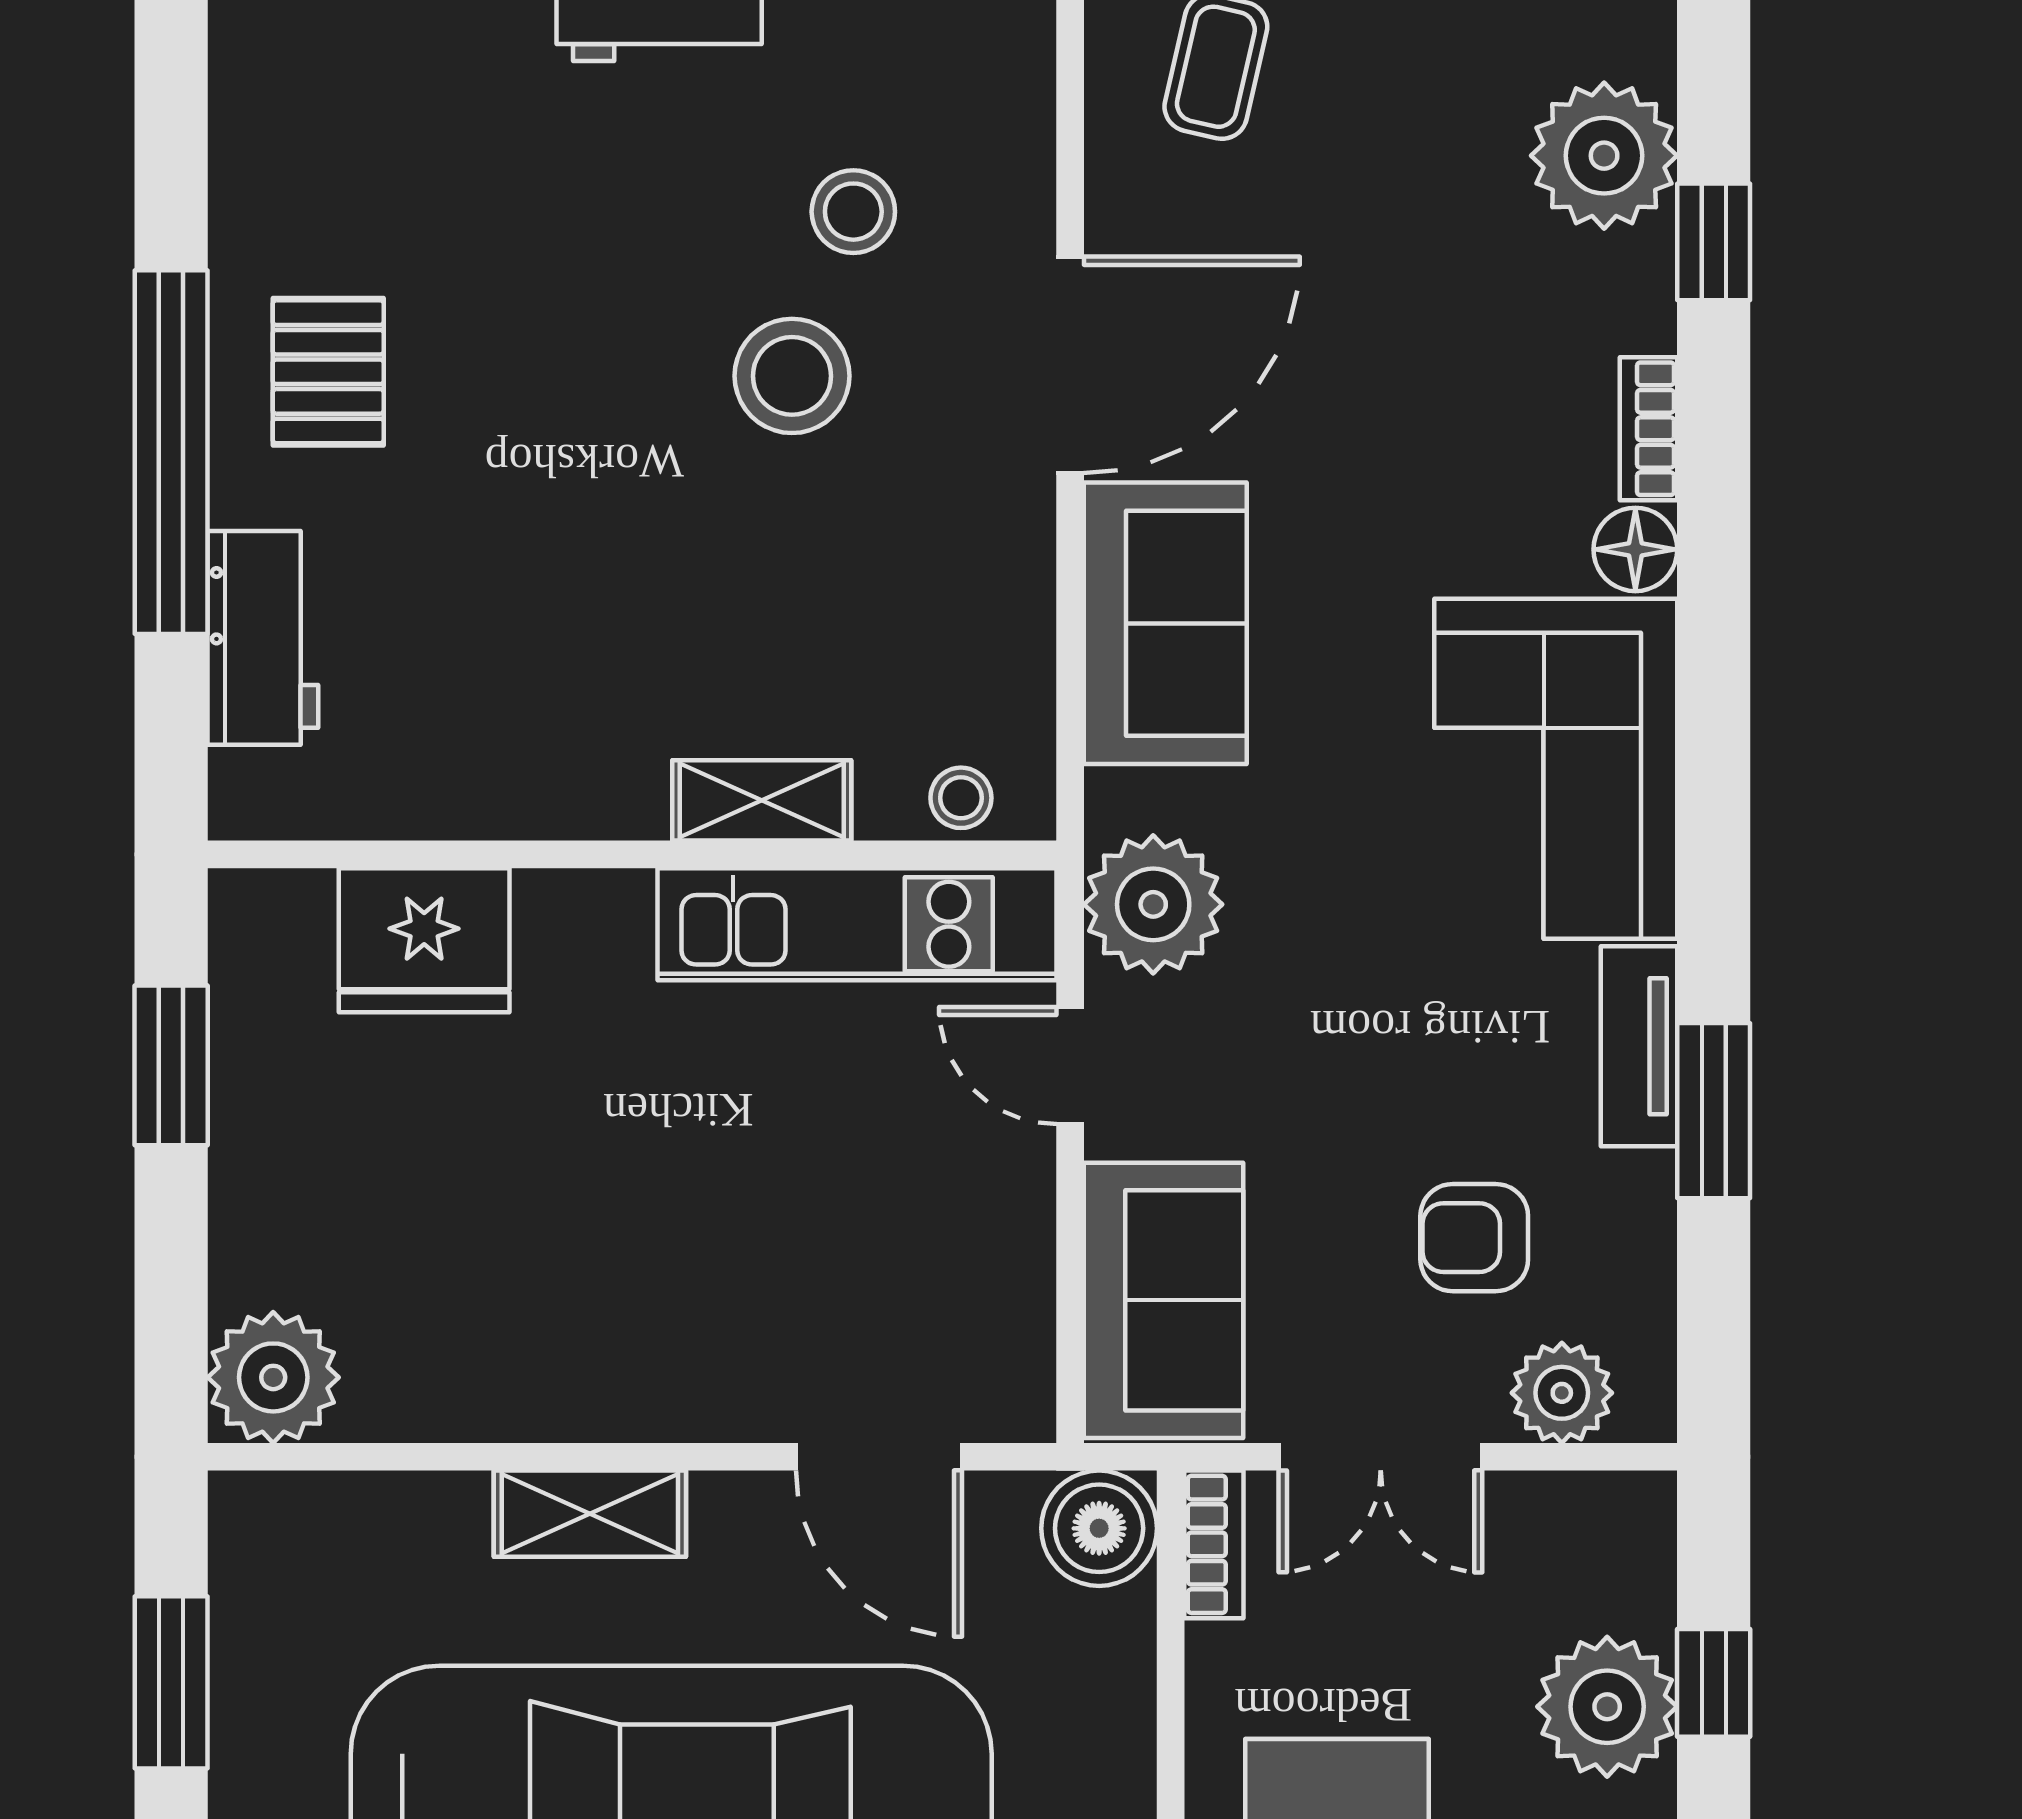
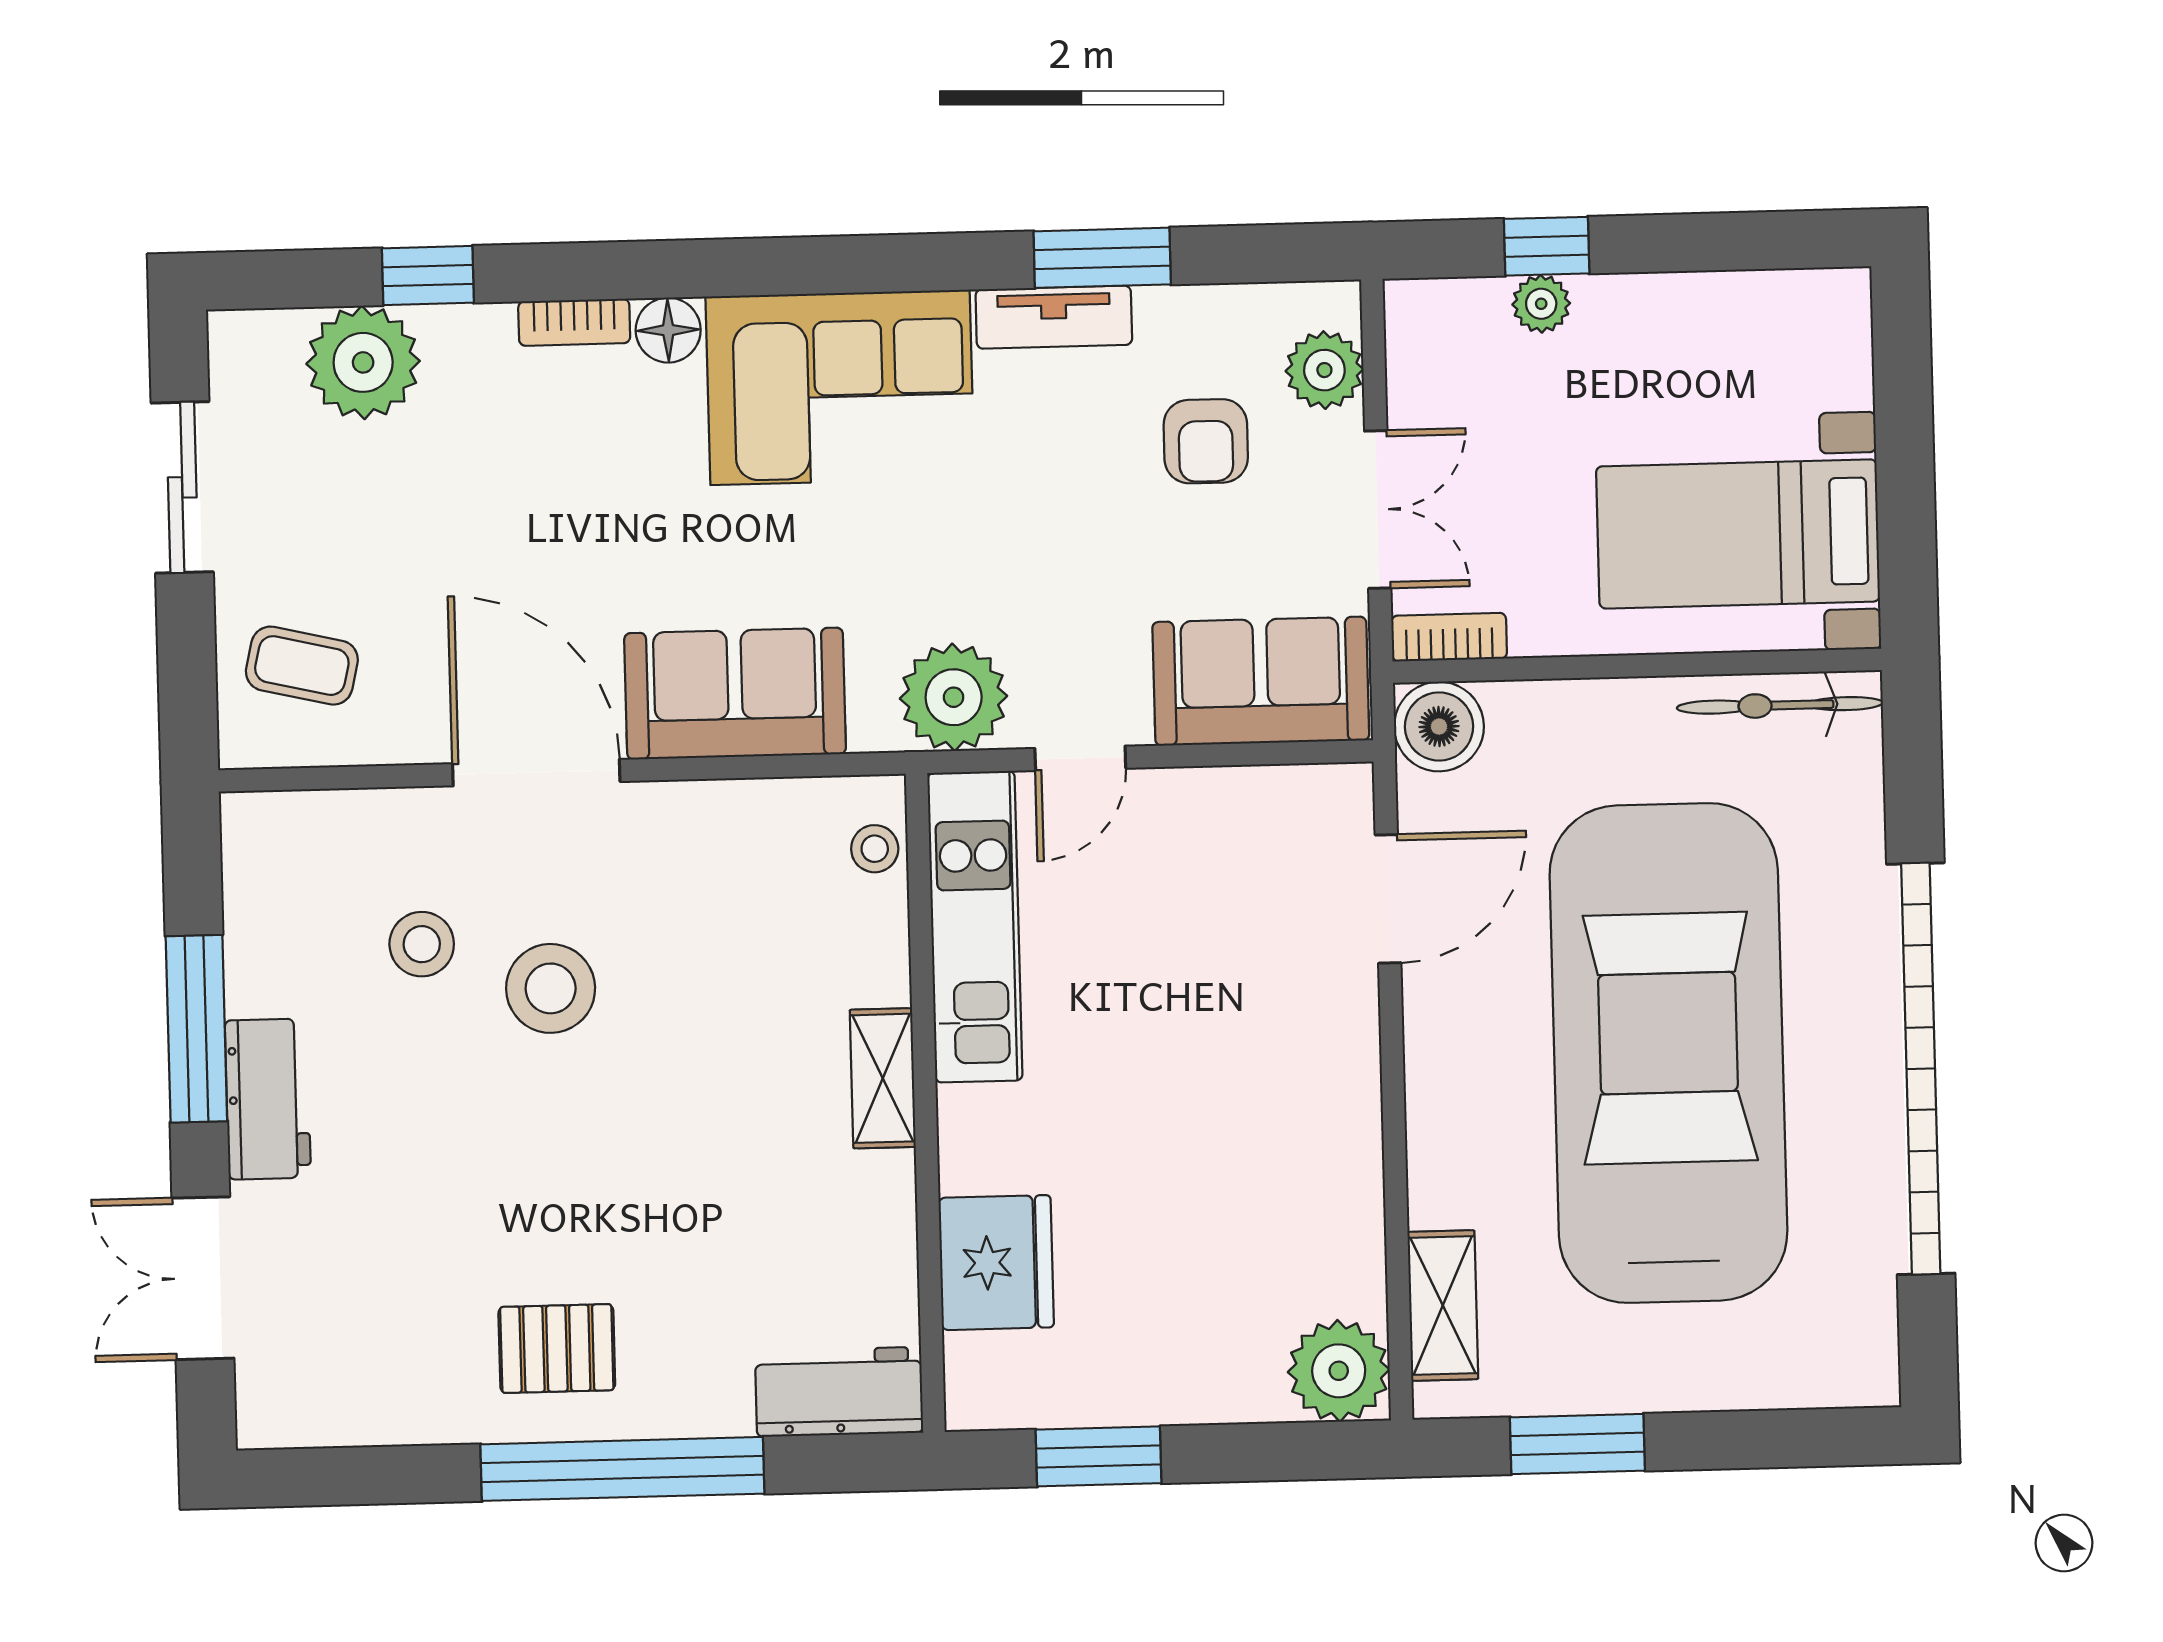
workbench: (263, 638) -> (839, 1392), moved
shelving: (762, 800) -> (883, 1078), moved
shelving: (590, 1514) -> (1443, 1306), moved
plant: (1607, 1707) -> (1541, 304), width x0.53, depth x0.53

